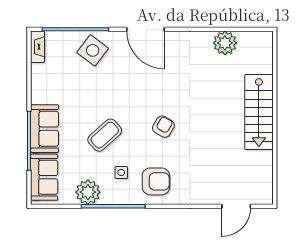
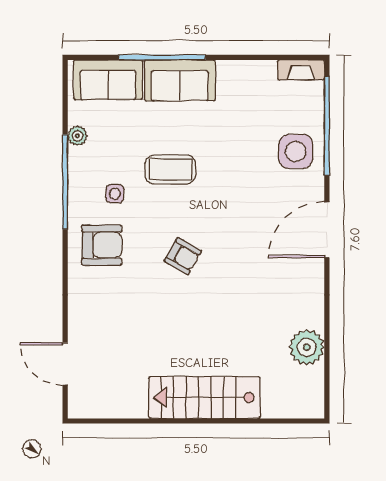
side table: (93, 50) -> (296, 151), turned -37
coffee table: (105, 135) -> (170, 169), turned -48
armchair: (156, 181) -> (102, 245), turned -90
plant: (88, 192) -> (77, 136), width x0.53, depth x0.53

